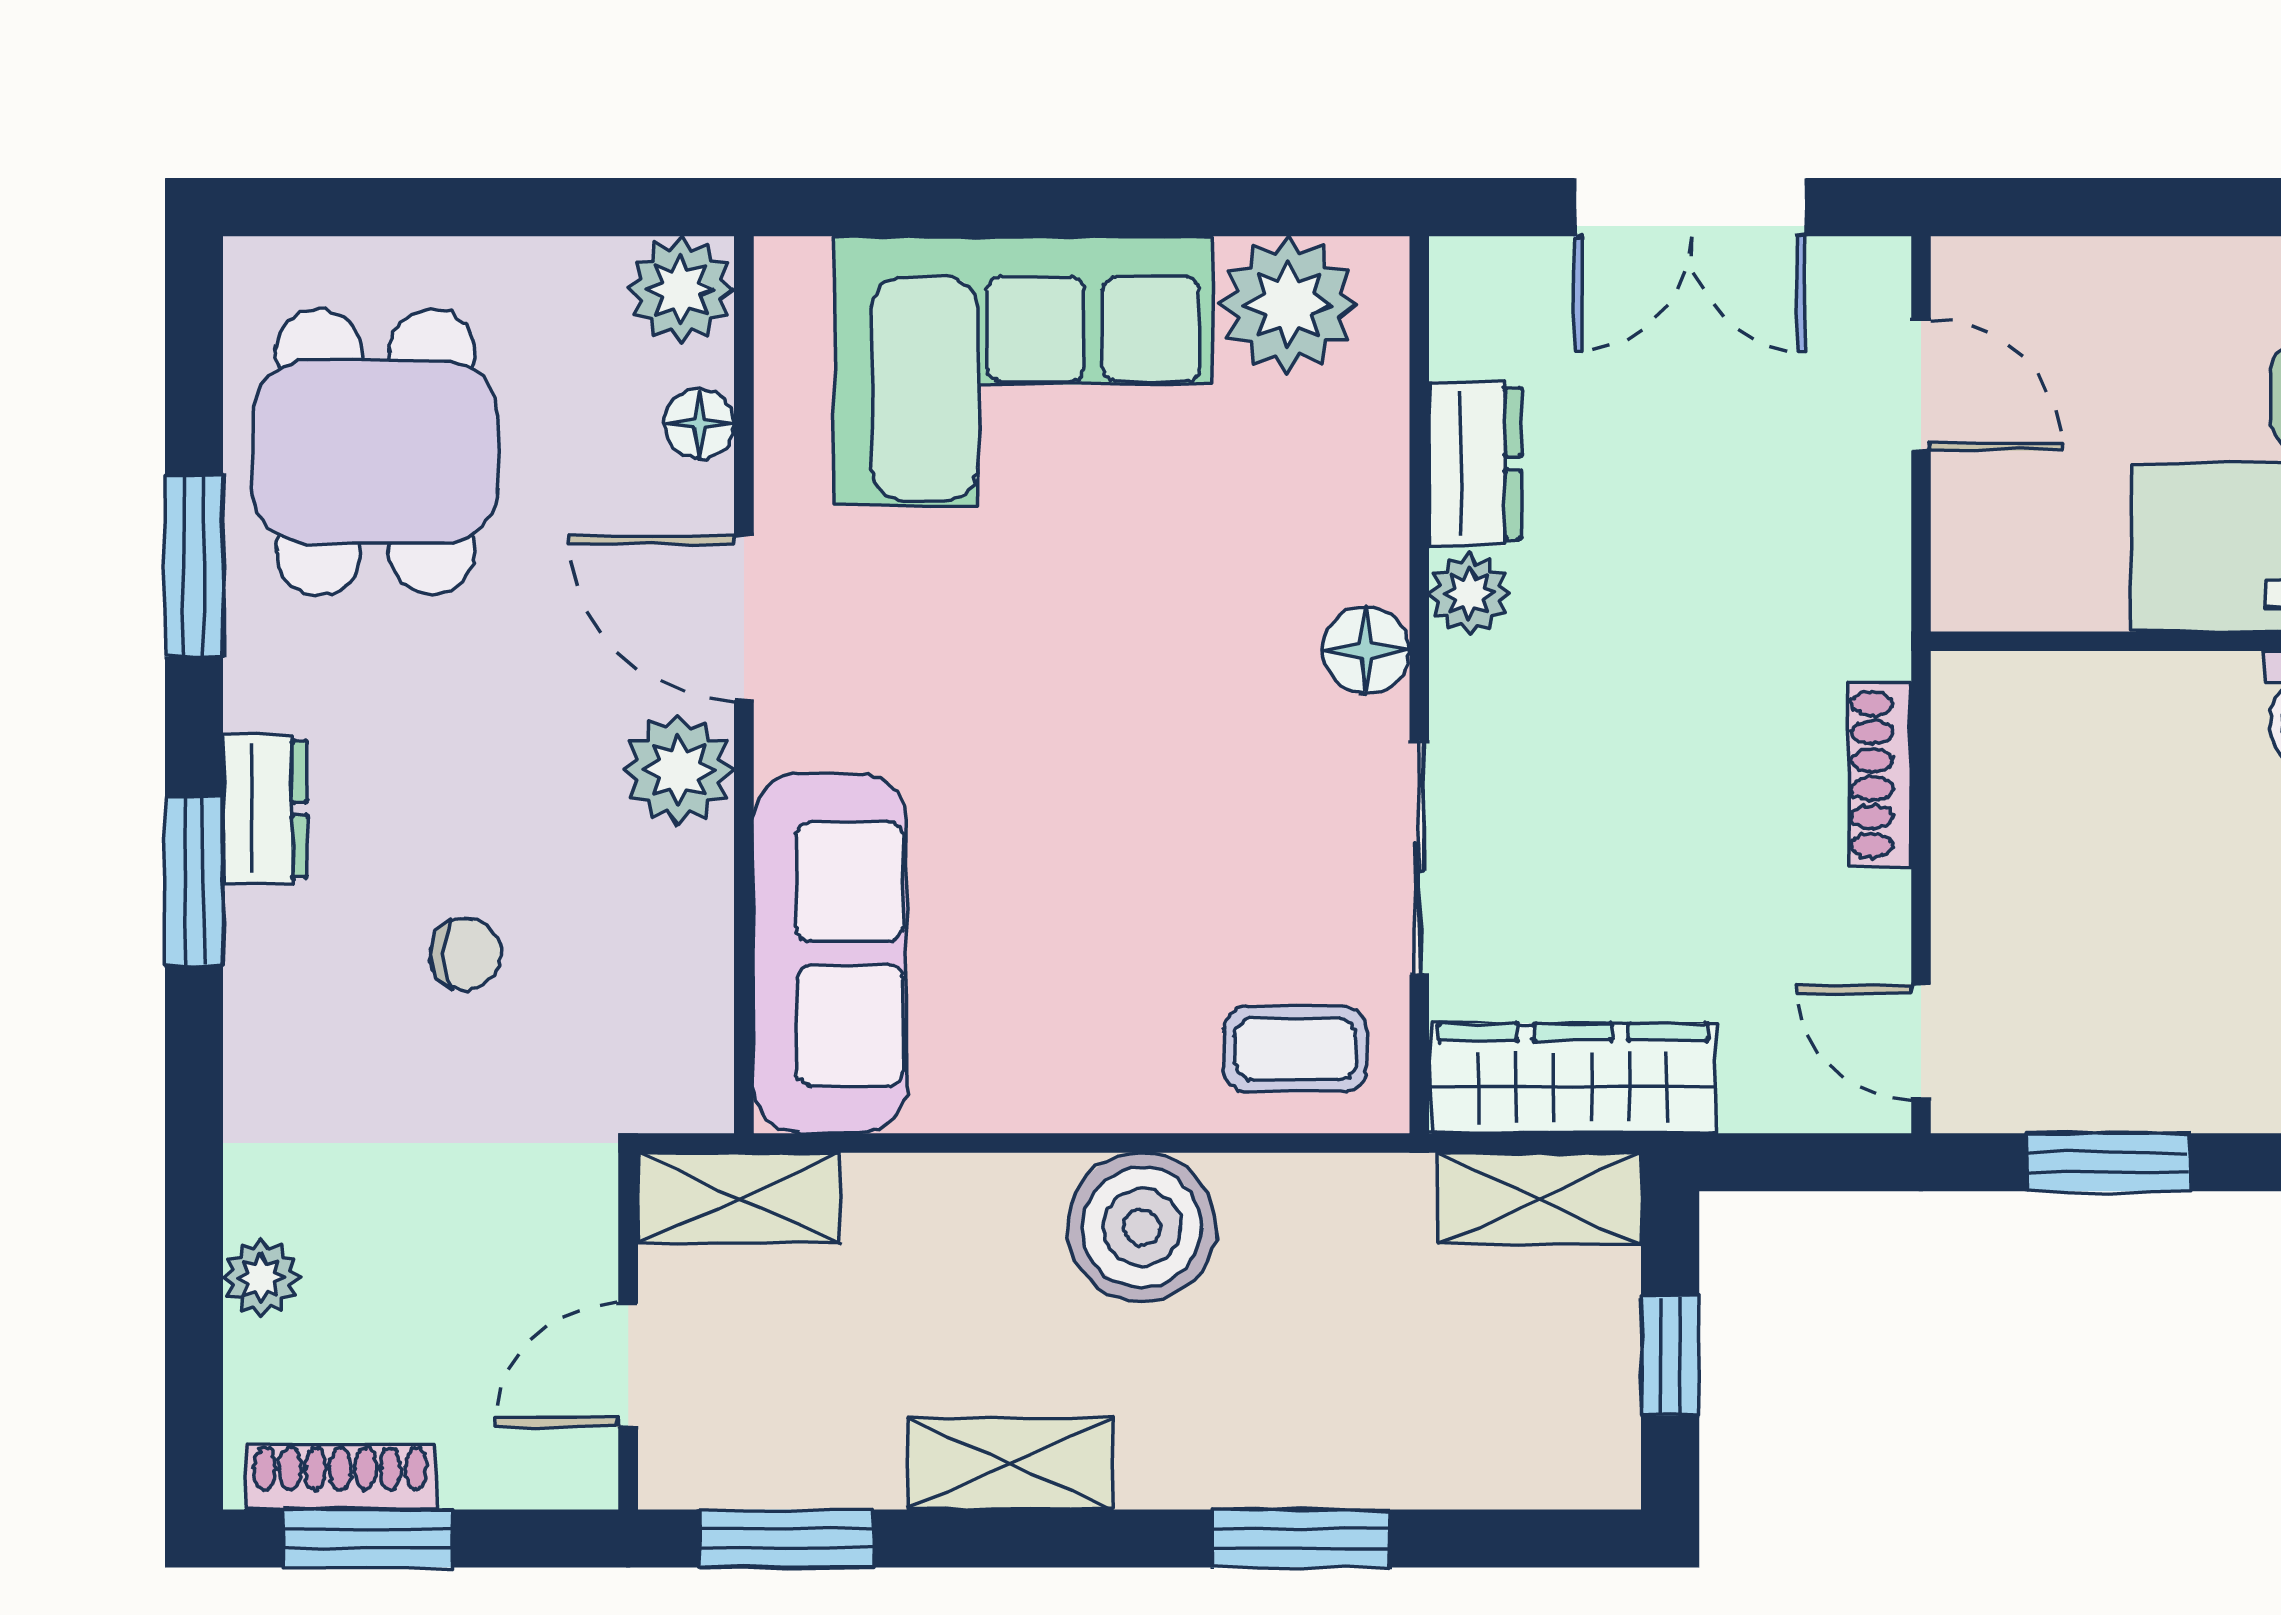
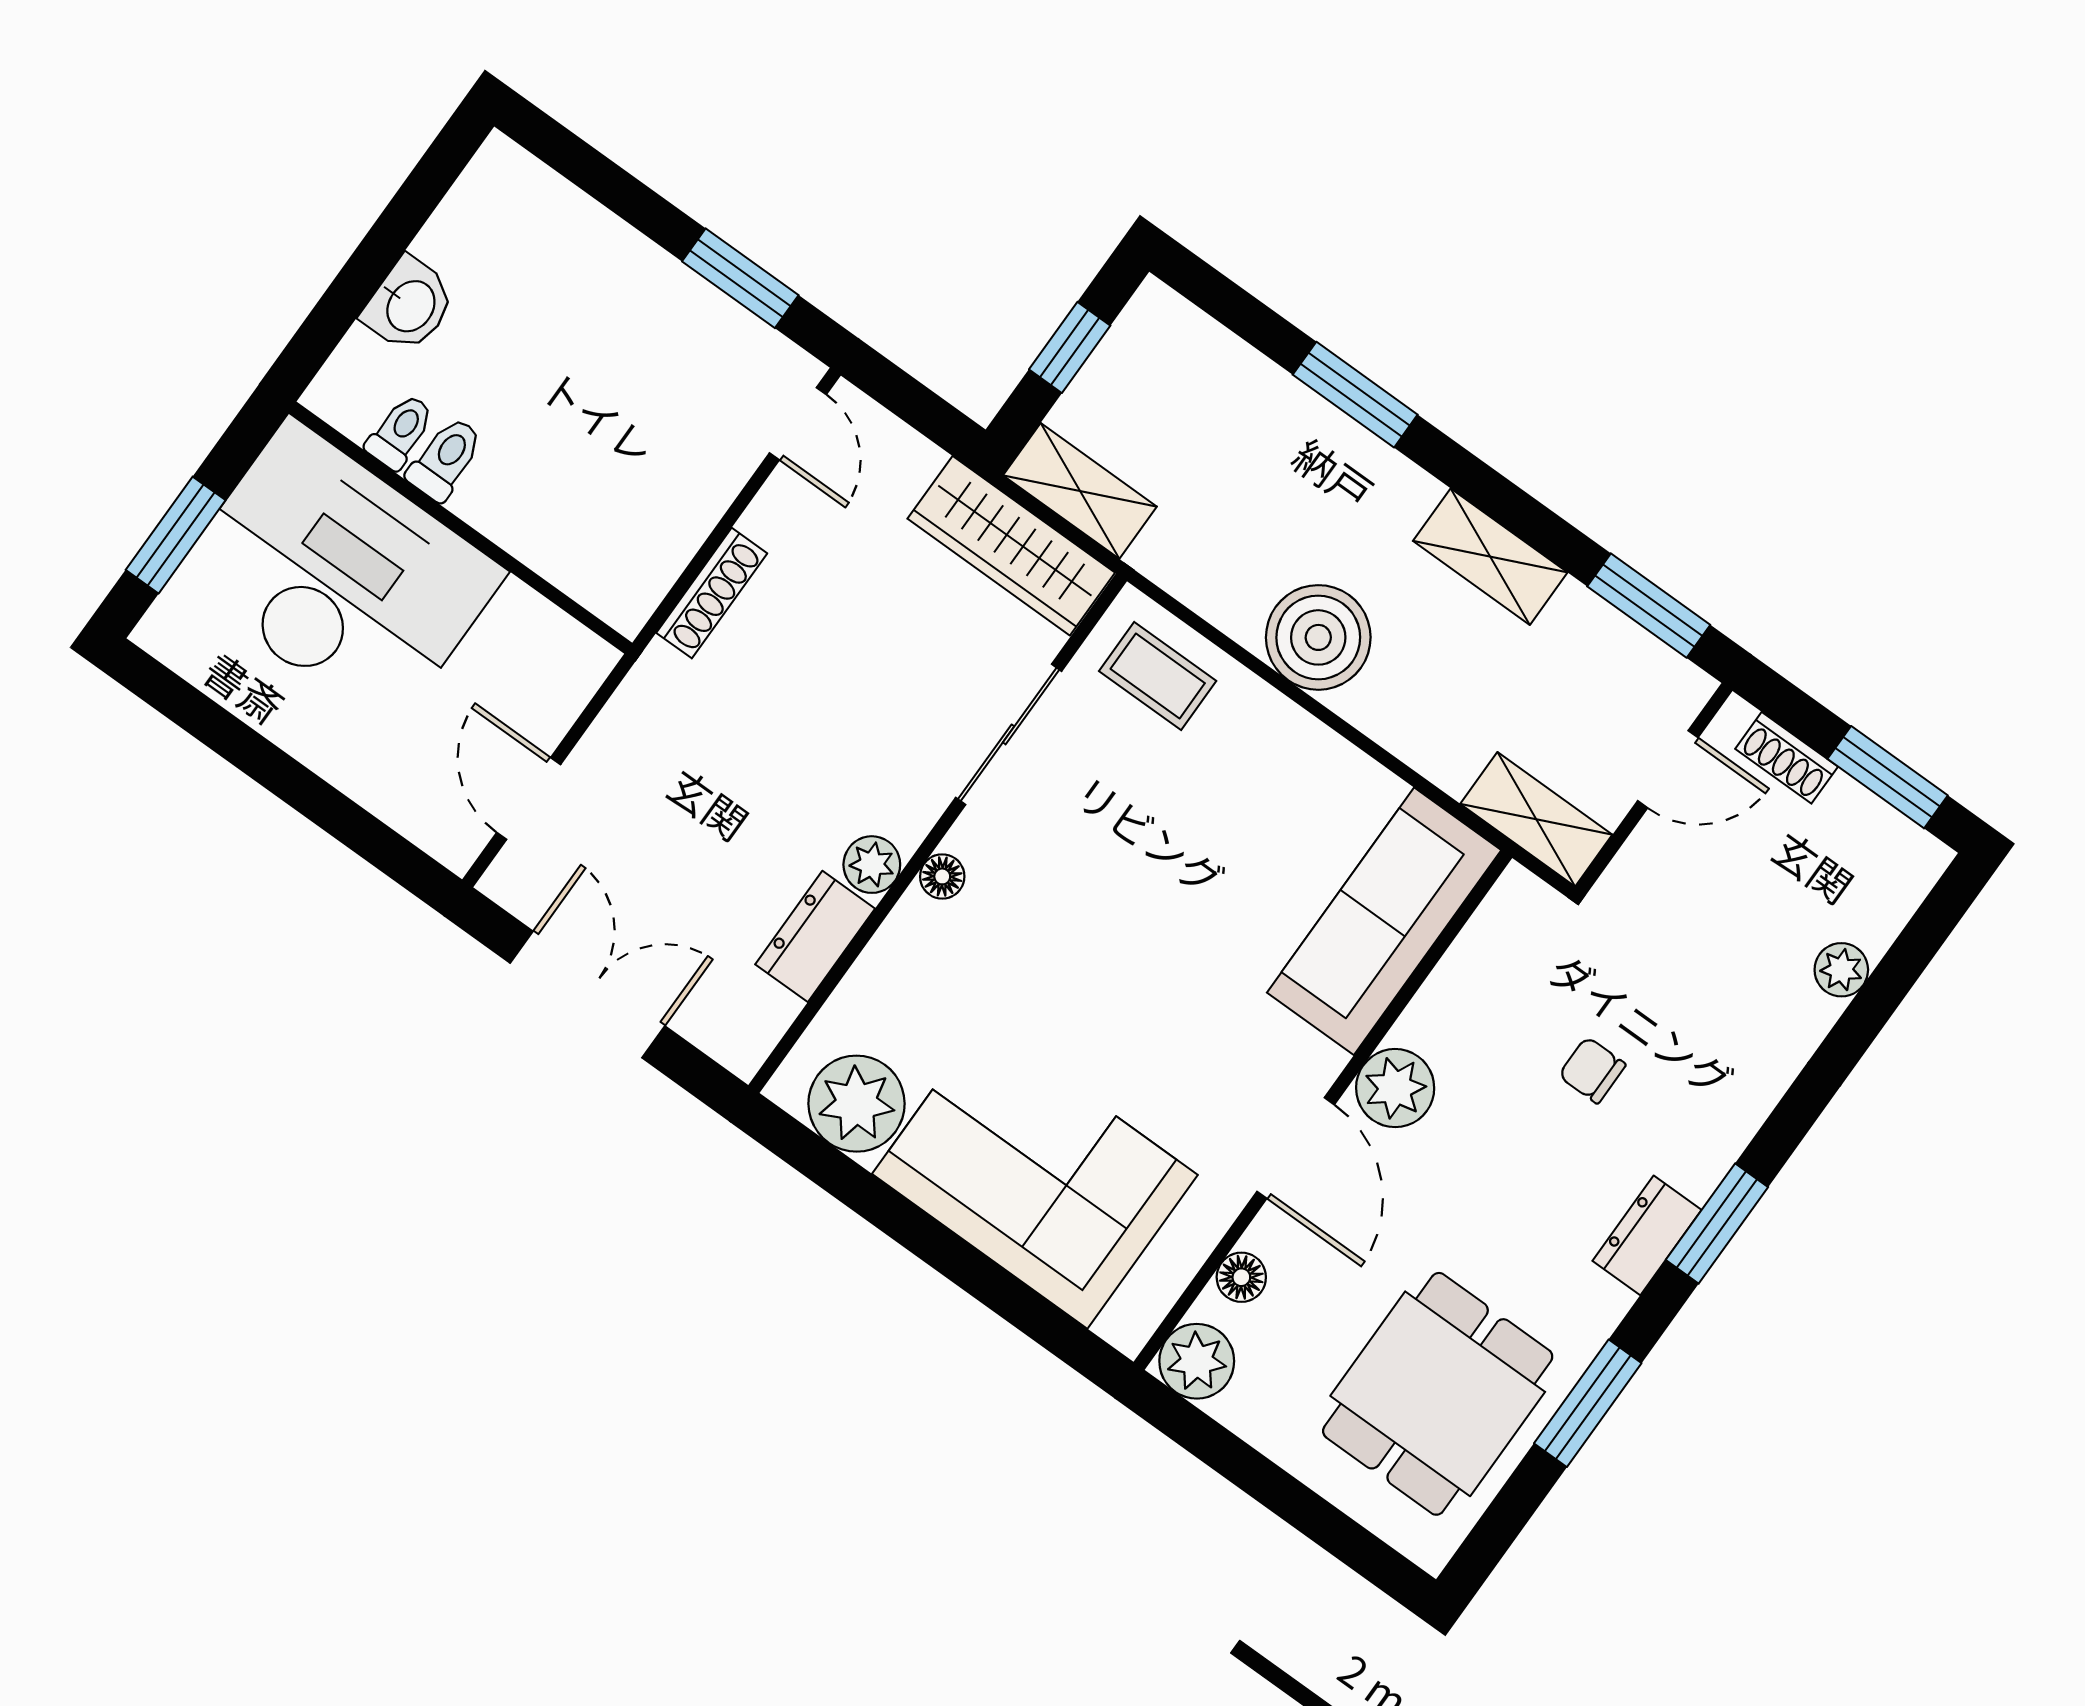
floor lamp: (1366, 650) -> (942, 876), width x0.73, depth x0.73
shoe rack: (340, 1477) -> (1787, 758), moved, width x0.70

